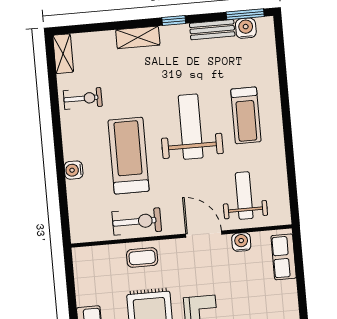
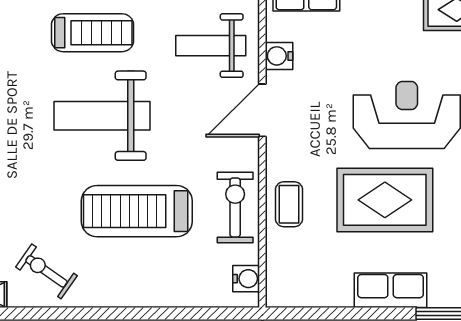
exercise bike: (83, 98) -> (46, 271), turned -55
water cooler: (74, 170) -> (246, 279), moved, turned -90

